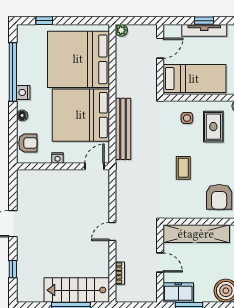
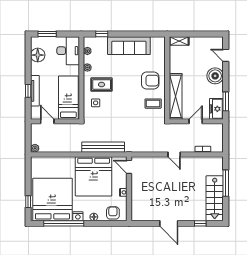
bed: (78, 59) -> (52, 199), moved, turned 180
coffee table: (183, 168) -> (153, 104), moved
stairs: (77, 290) -> (215, 198), moved

